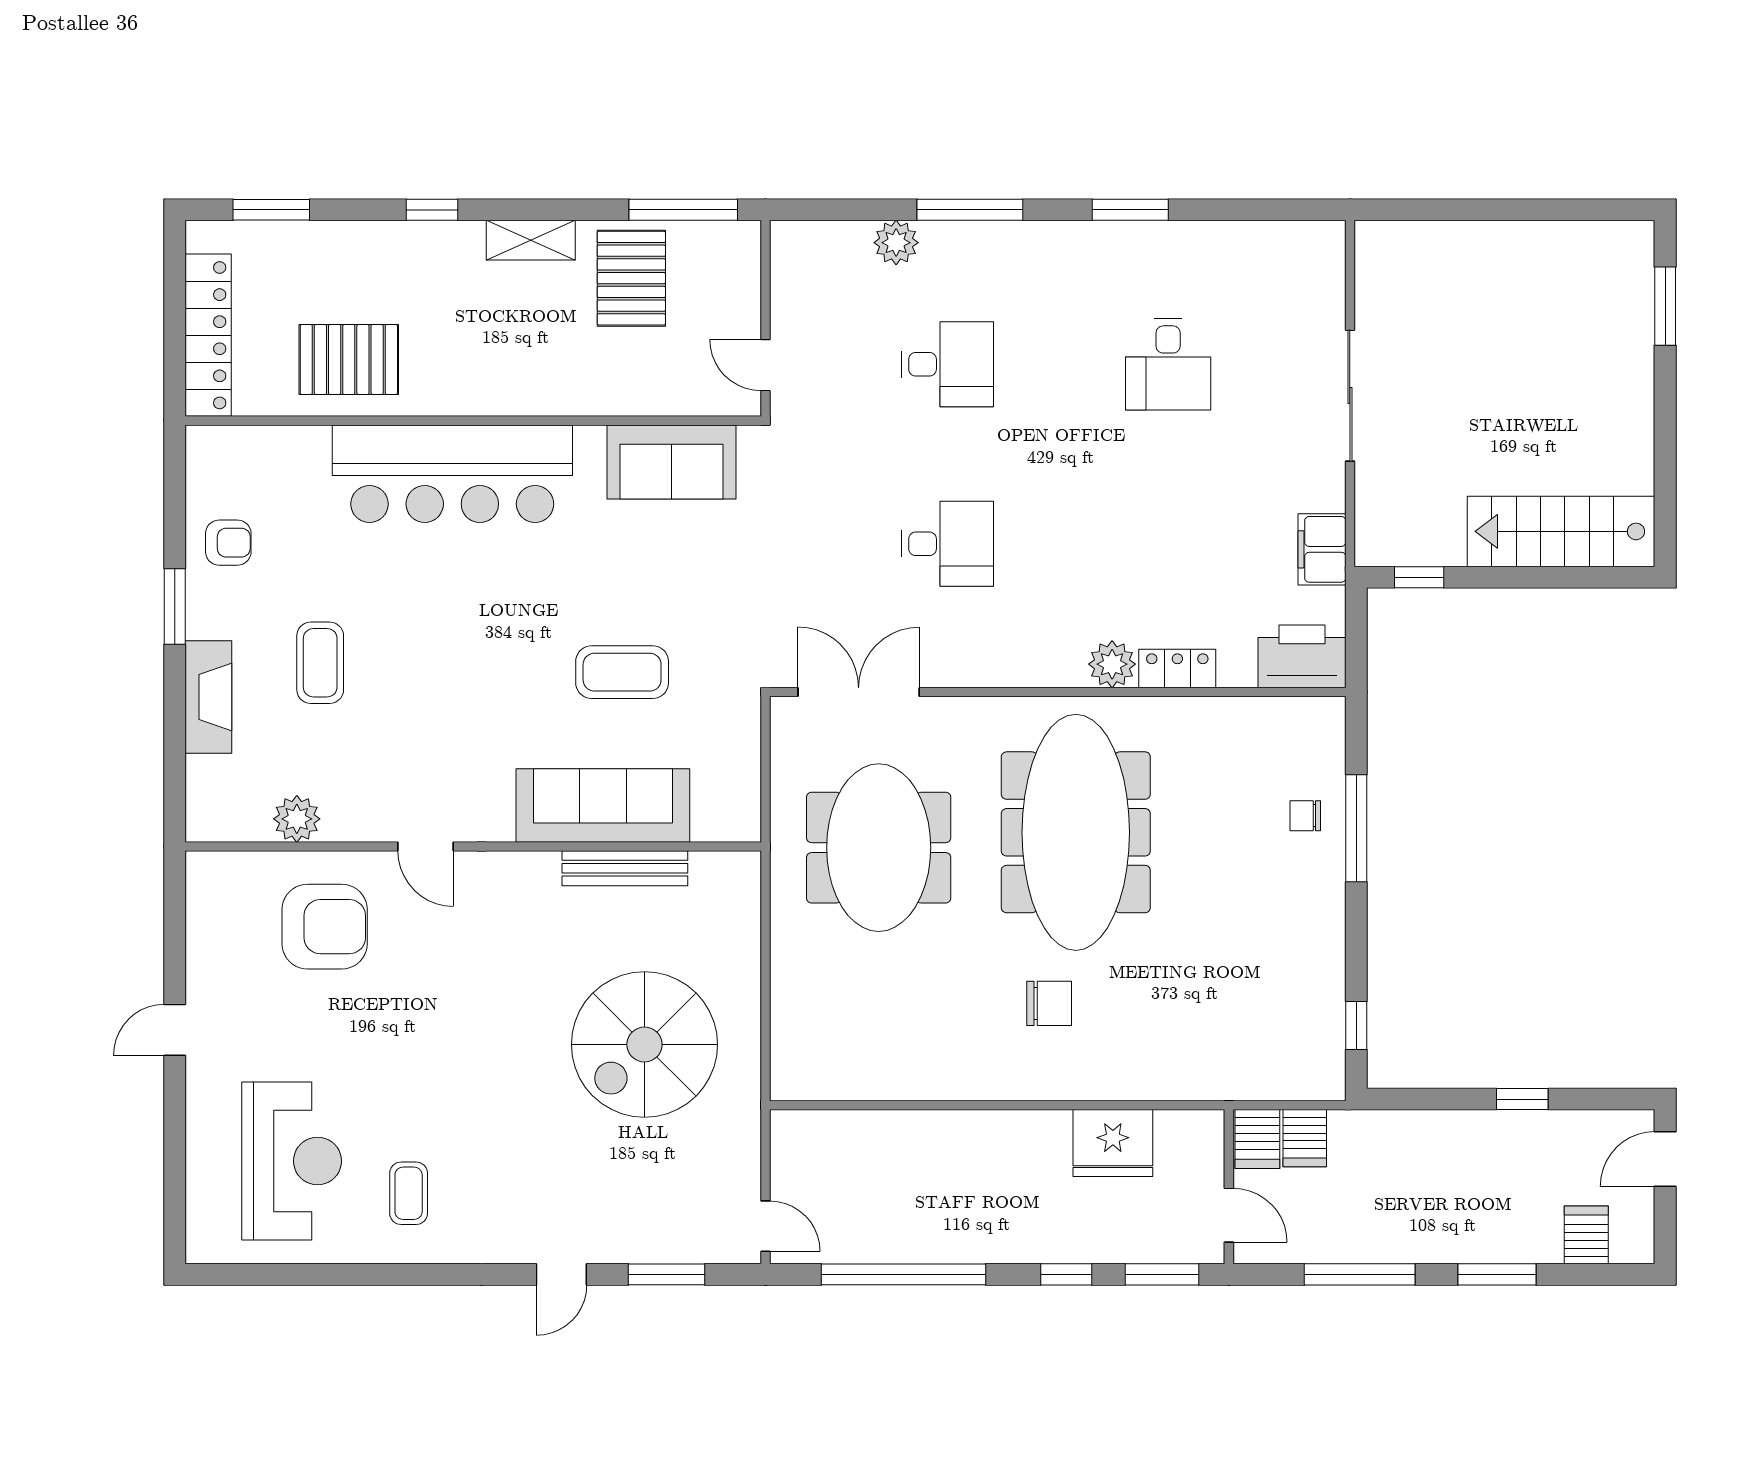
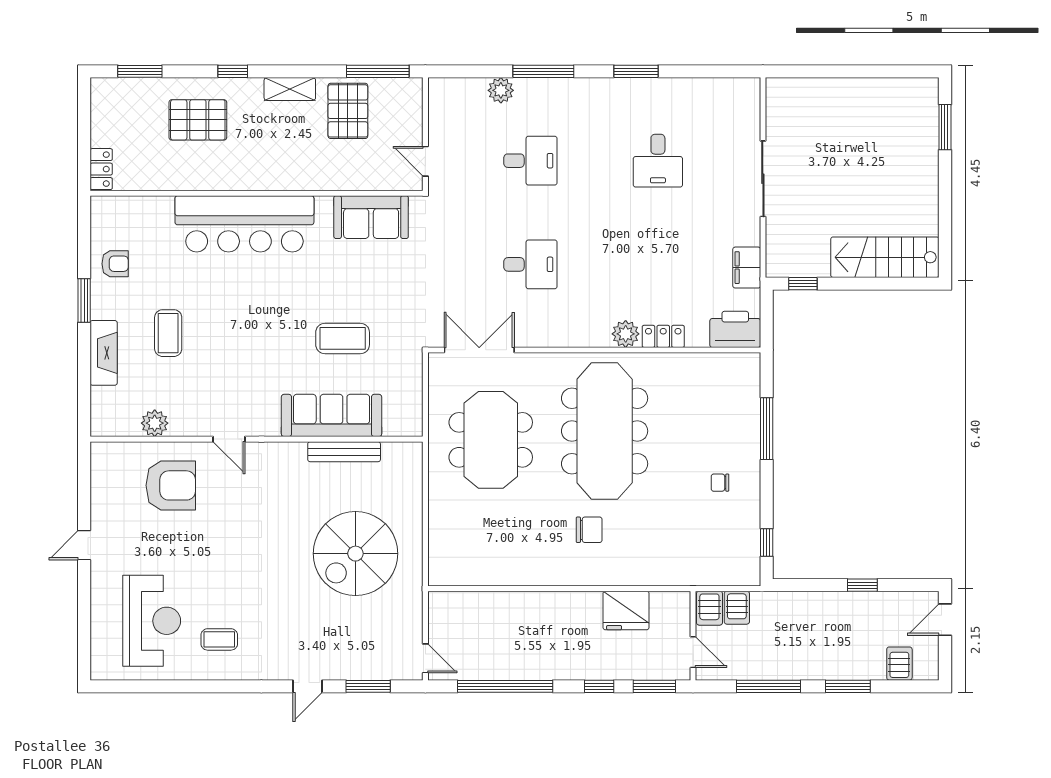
locker: (208, 335) -> (101, 169), width x0.46, depth x0.83
pallet: (349, 360) -> (198, 120), moved
chair: (1305, 816) -> (720, 483), moved
coffee table: (409, 1193) -> (219, 639), turned 90

